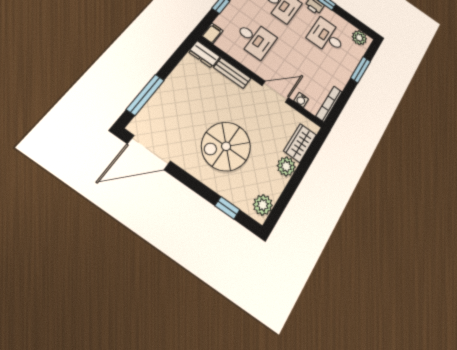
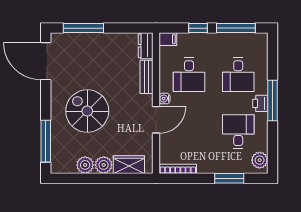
door: (275, 92) -> (156, 120), hinge flipped
water cooler: (301, 100) -> (164, 99), moved
plant: (263, 205) -> (85, 165), moved
window: (227, 208) -> (46, 141), width x2.17

